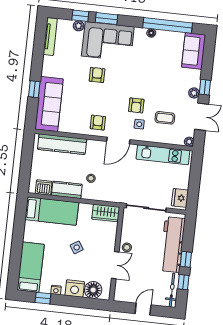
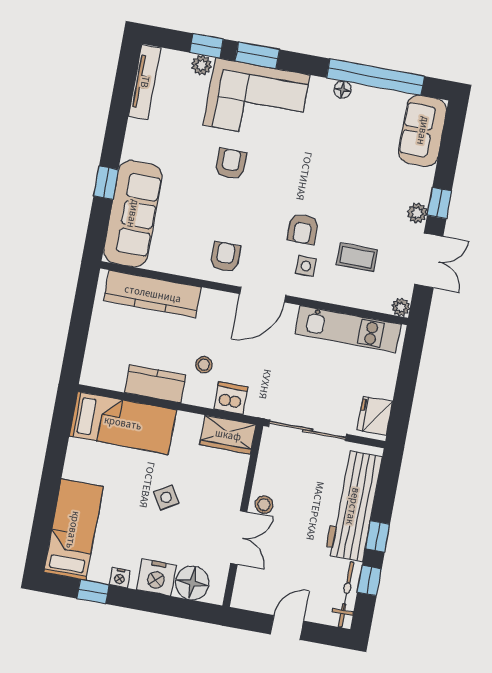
dishwasher: (44, 187) -> (231, 398), moved

